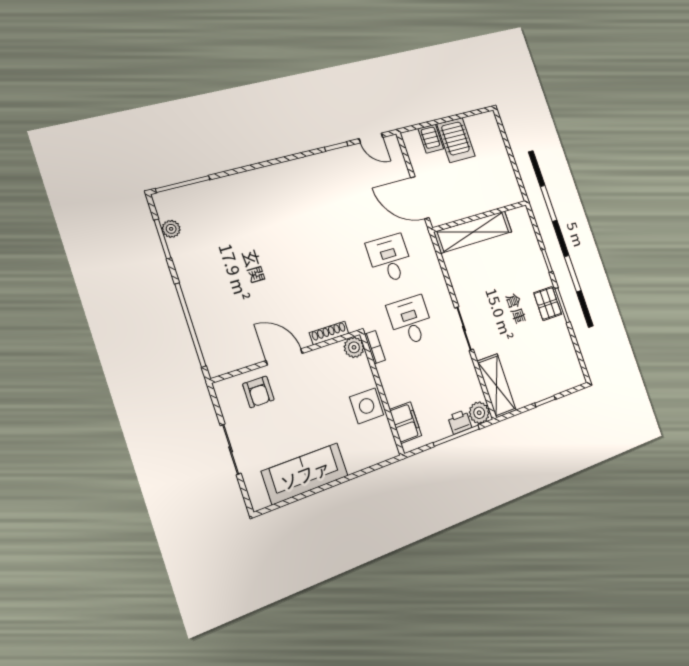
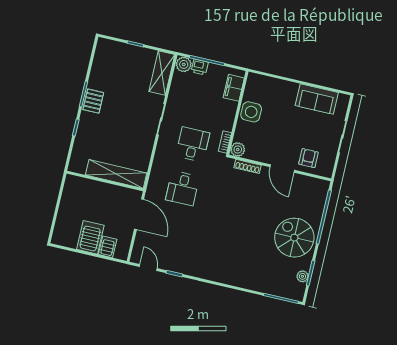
spiral stairs: (213, 275) -> (294, 238), added
desk: (410, 320) -> (193, 144), turned 180
sofa: (305, 474) -> (317, 99), width x0.73

